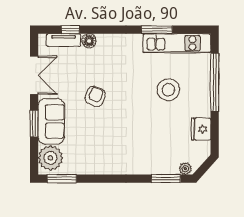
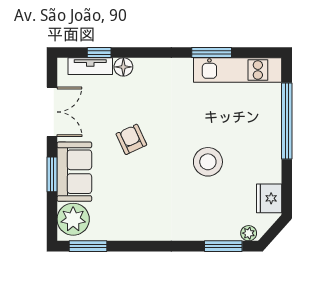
stool: (168, 90) -> (208, 162), moved
armchair: (95, 97) -> (131, 139), turned -47
fridge: (201, 129) -> (269, 198), moved

